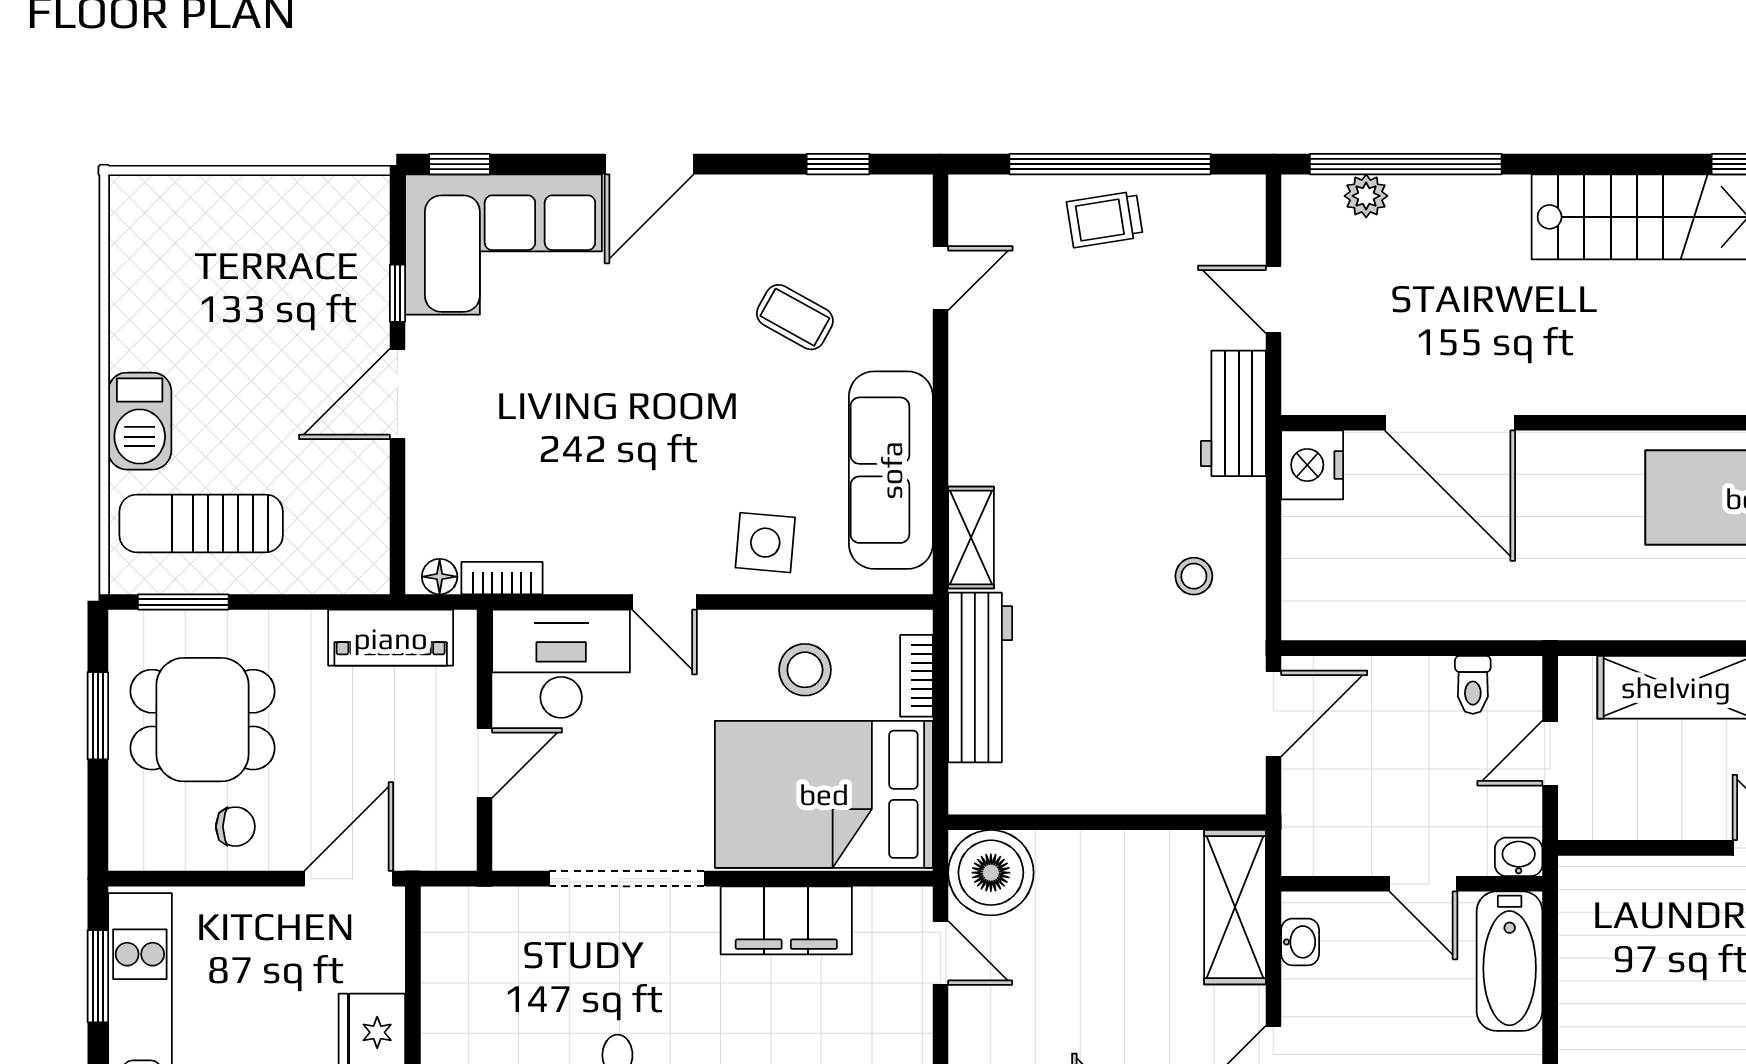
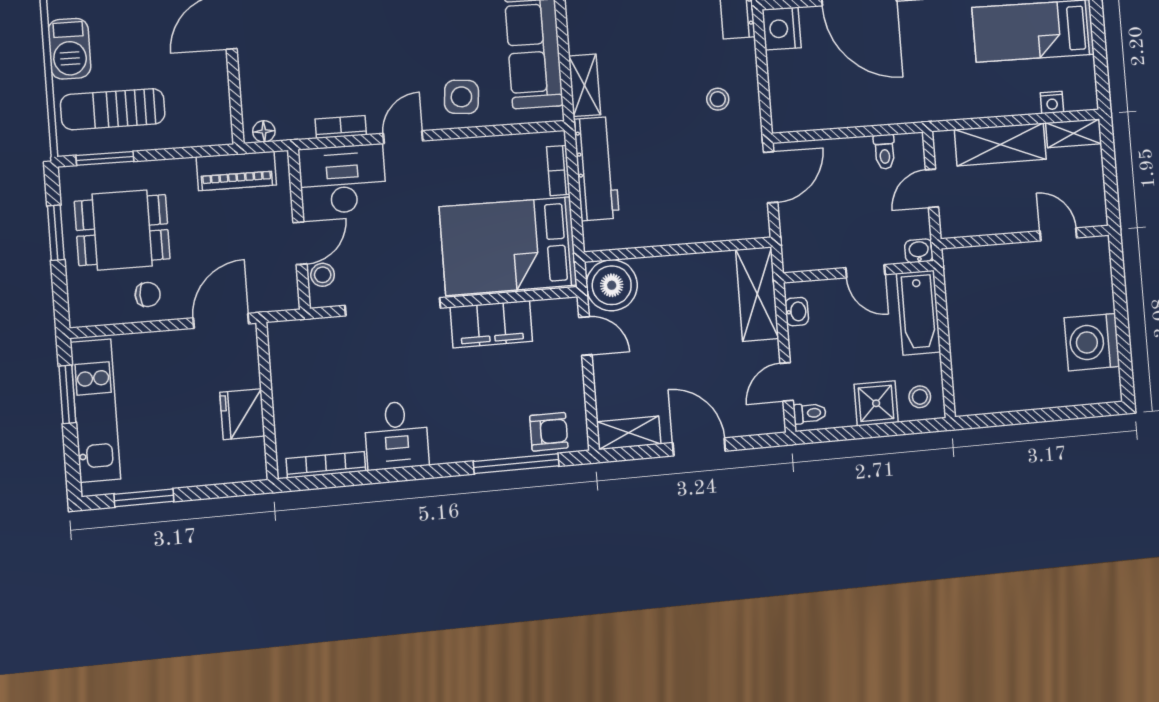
bookcase: (502, 578) -> (341, 127), moved
door: (664, 602) -> (403, 137), swing flipped
stool: (805, 670) -> (323, 275), moved, width x0.73, depth x0.73

